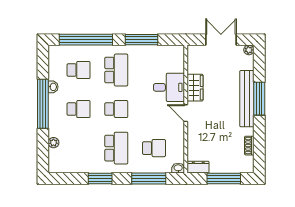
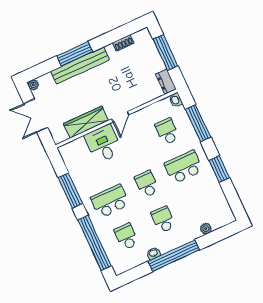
wardrobe: (195, 88) -> (86, 122), width x1.50

